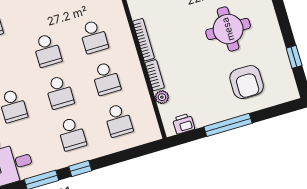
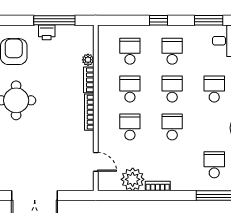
printer: (184, 124) -> (47, 32), moved
window: (228, 125) -> (54, 20), moved
window: (80, 168) -> (159, 20), moved

